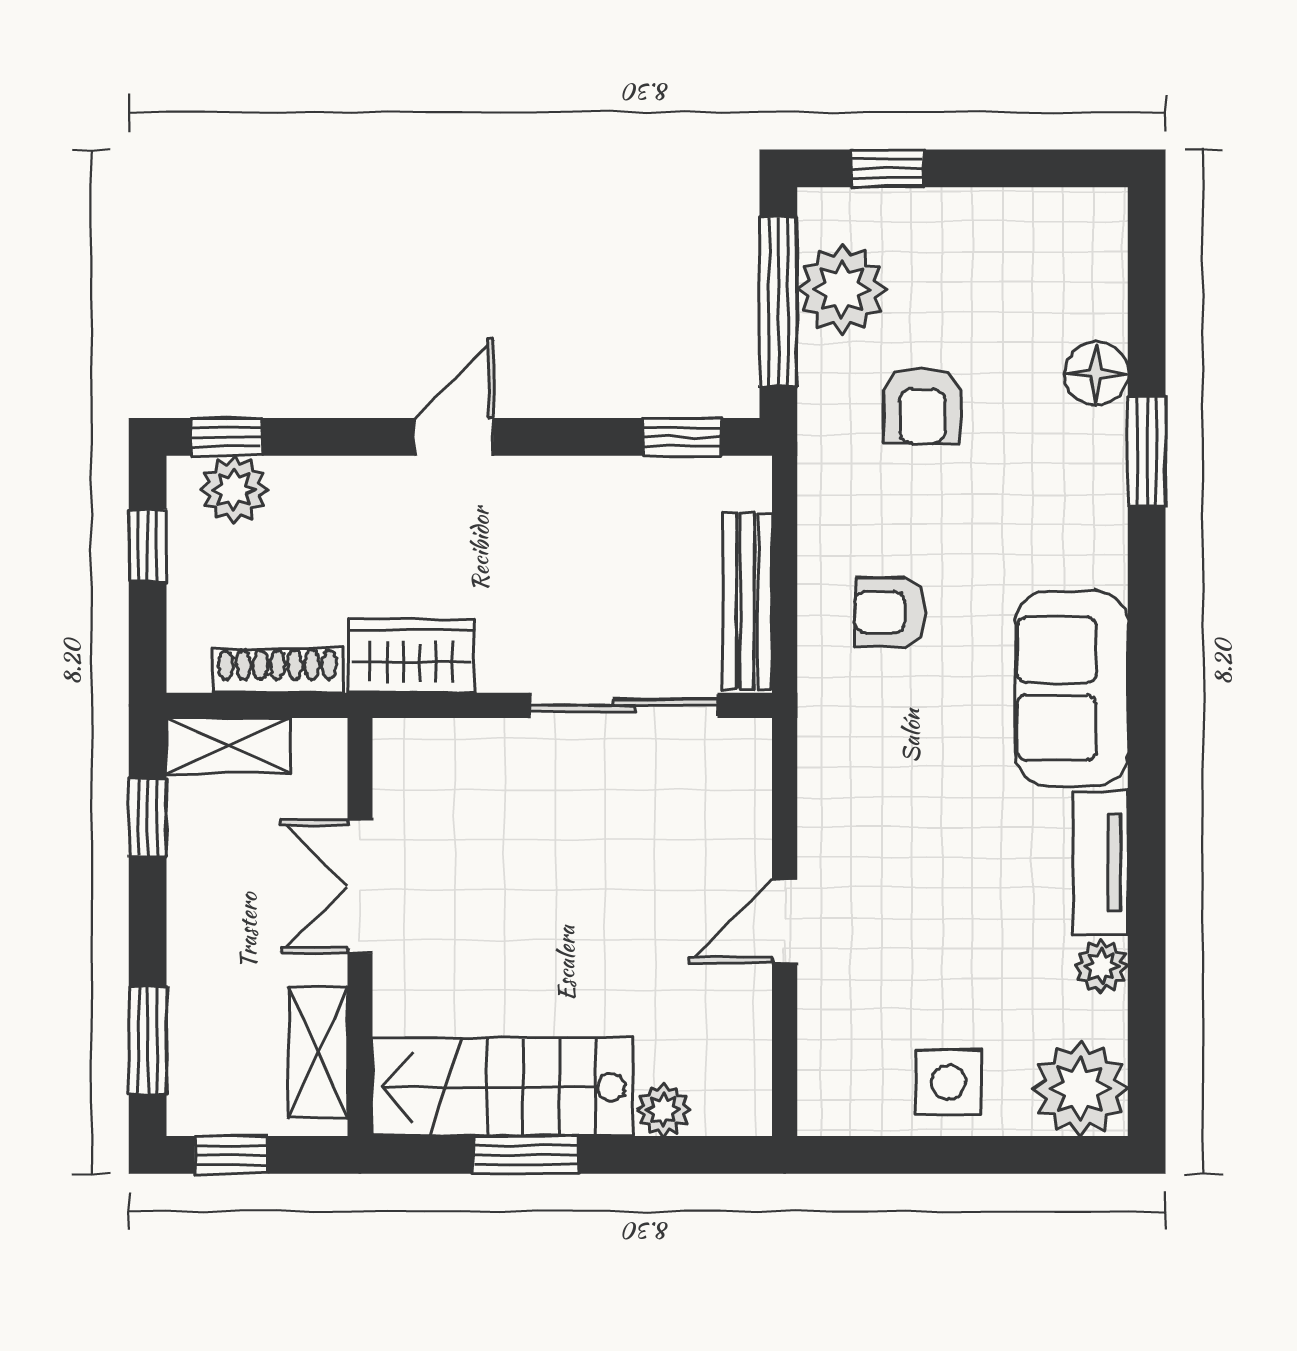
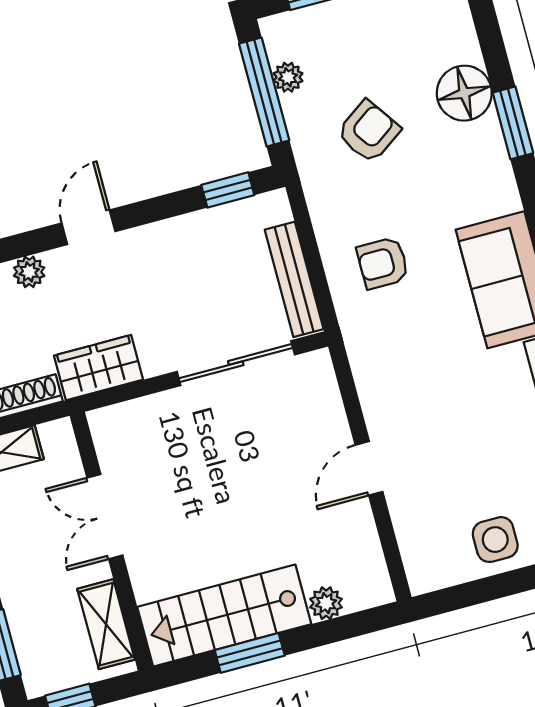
plant: (842, 289) -> (288, 77), width x0.53, depth x0.53
floor lamp: (1096, 374) -> (464, 93), width x1.38, depth x1.38
armchair: (922, 405) -> (369, 132), turned -125
plant: (345, 481) -> (29, 272), added

